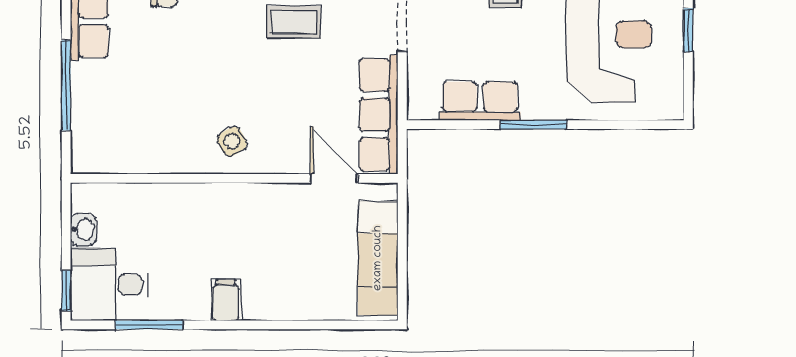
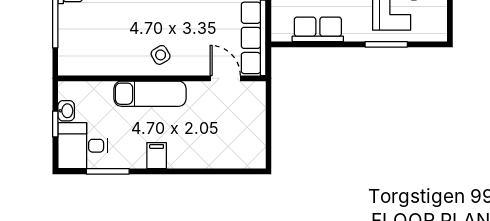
window: (534, 125) -> (386, 44), moved
exam couch: (378, 258) -> (150, 94), moved, turned -90
window: (66, 290) -> (55, 124), moved

